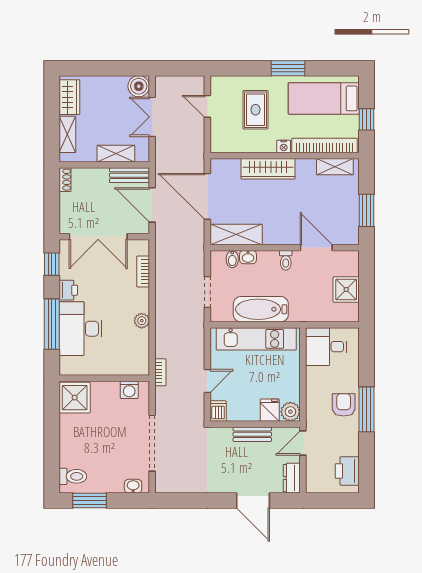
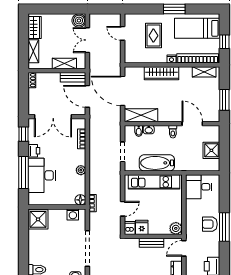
floor lamp: (141, 367) -> (80, 200), added
armchair: (344, 405) -> (210, 224), turned -90
fridge: (270, 410) -> (142, 227), moved

